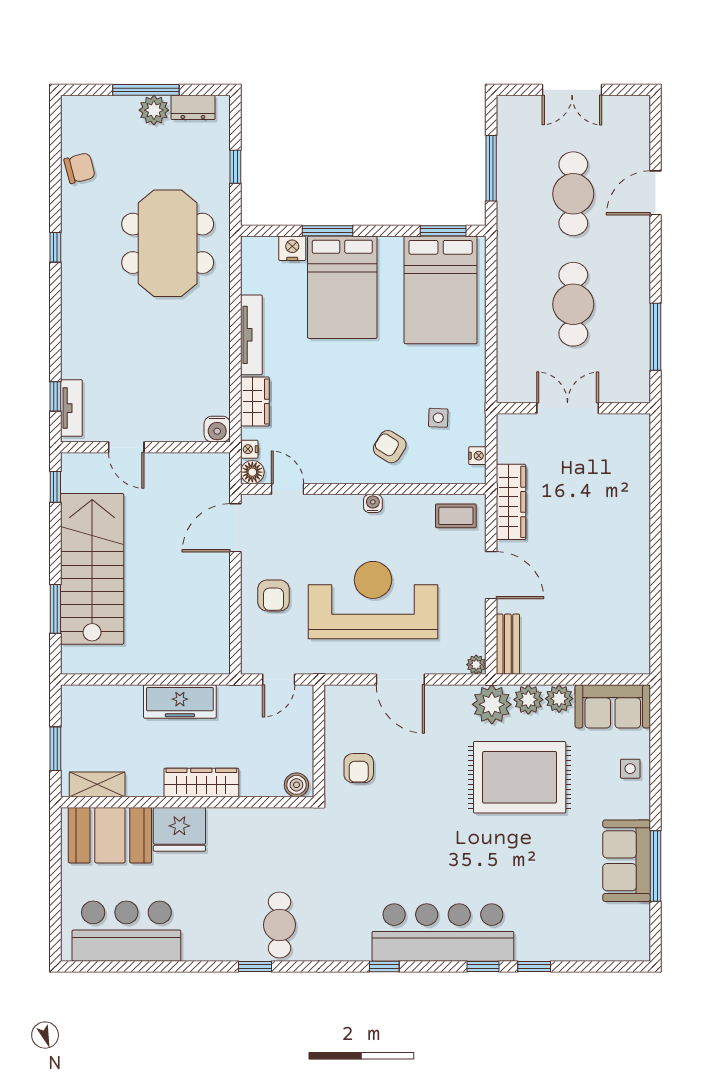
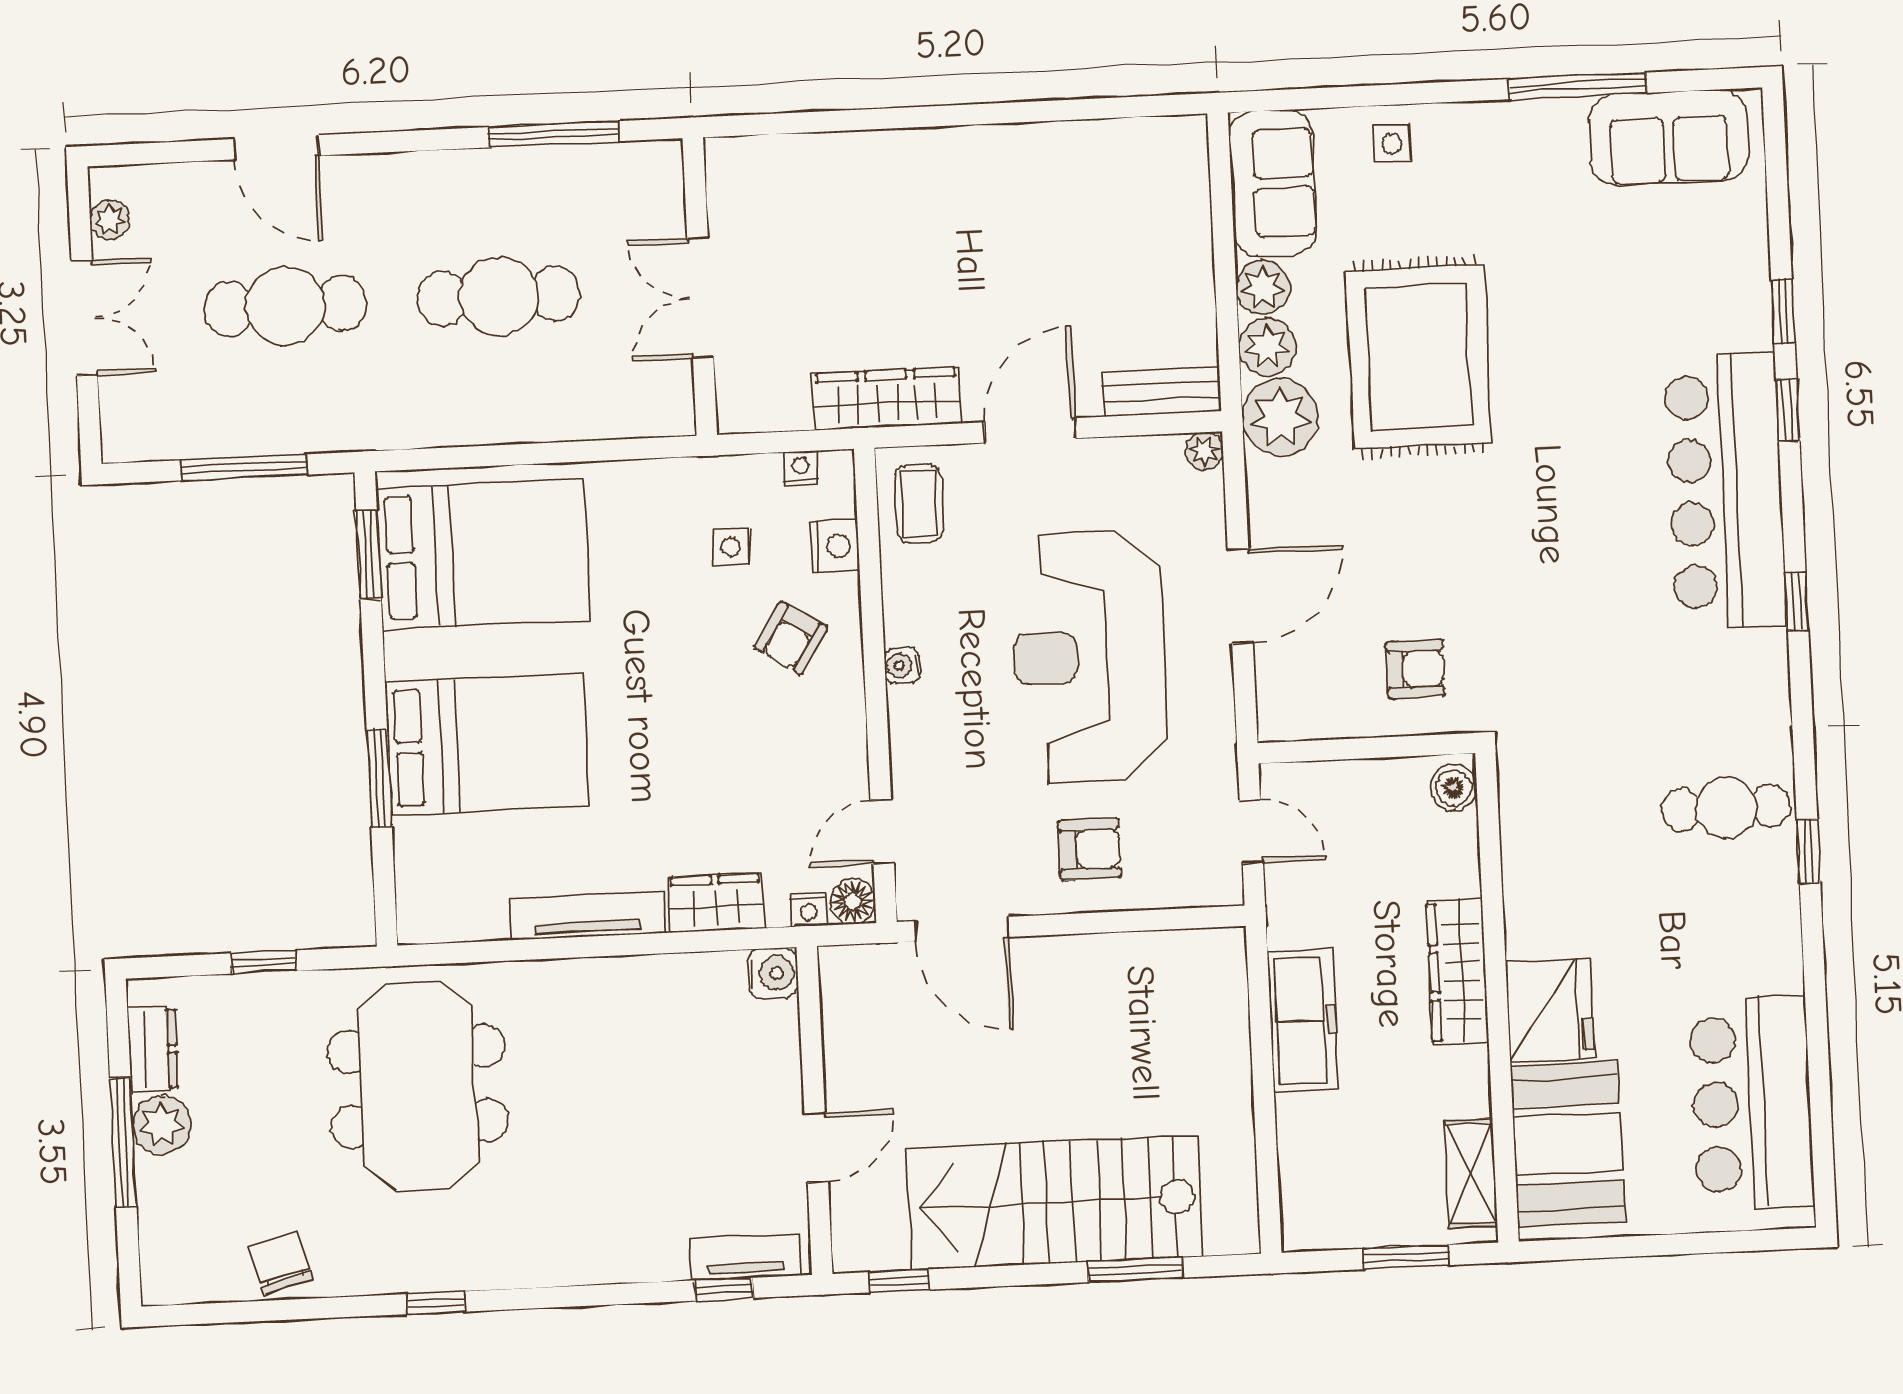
plant: (622, 105) -> (110, 220), added
meeting table: (168, 243) -> (418, 1086), turned 90
nightstand: (292, 248) -> (835, 546), moved, turned 180
sofa: (627, 861) -> (1669, 138), moved

